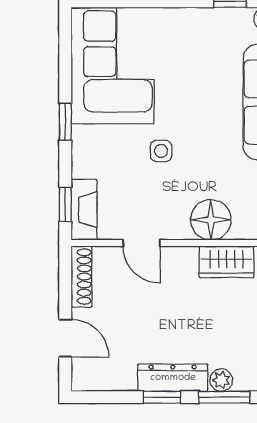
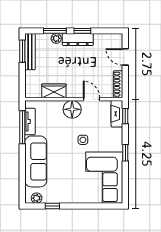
floor lamp: (211, 220) -> (72, 109), moved

